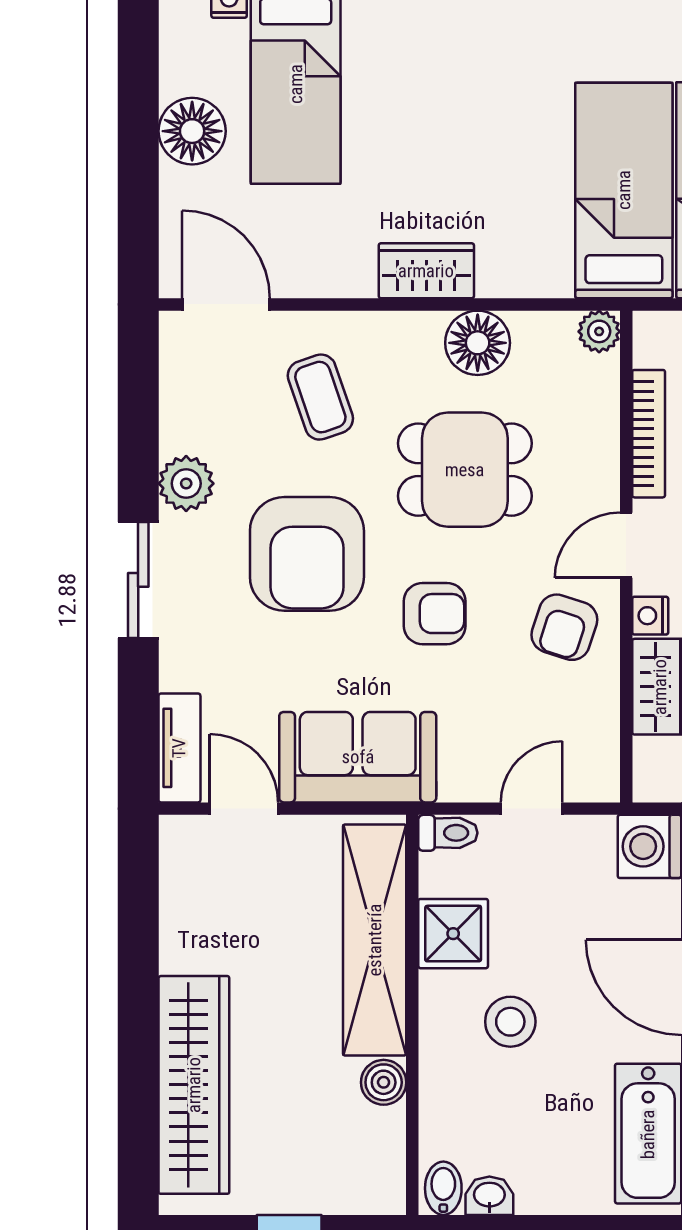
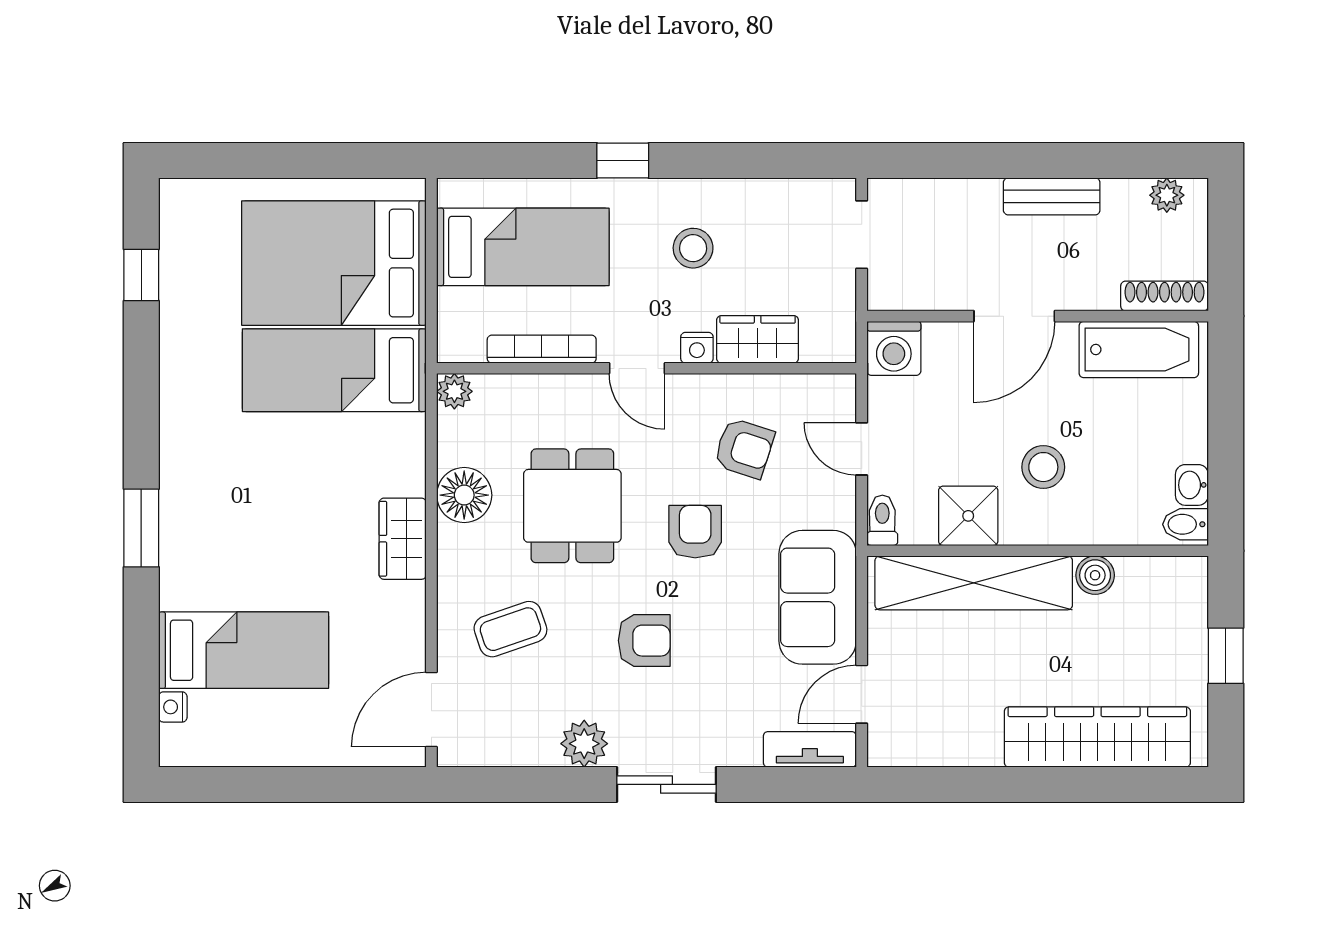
floor lamp: (192, 131) -> (284, 739), removed
armchair: (307, 554) -> (644, 641), width x0.53, depth x0.53
armchair: (564, 627) -> (744, 448), moved

